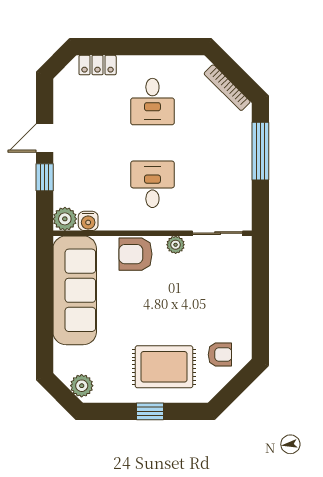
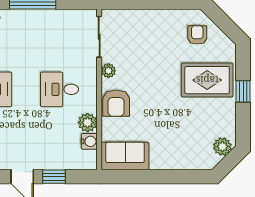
plant: (65, 219) -> (88, 123), moved
sofa: (75, 290) -> (125, 156), width x0.54, depth x0.79
rug: (164, 367) -> (207, 80), turned 90

